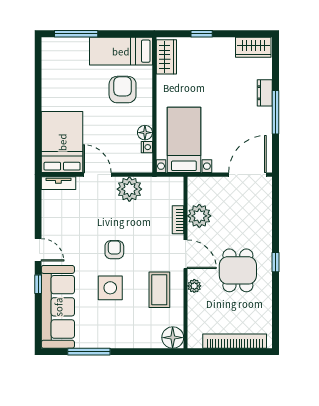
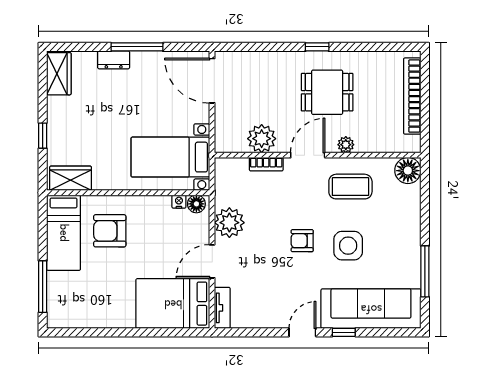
floor lamp: (145, 133) -> (196, 204), moved

